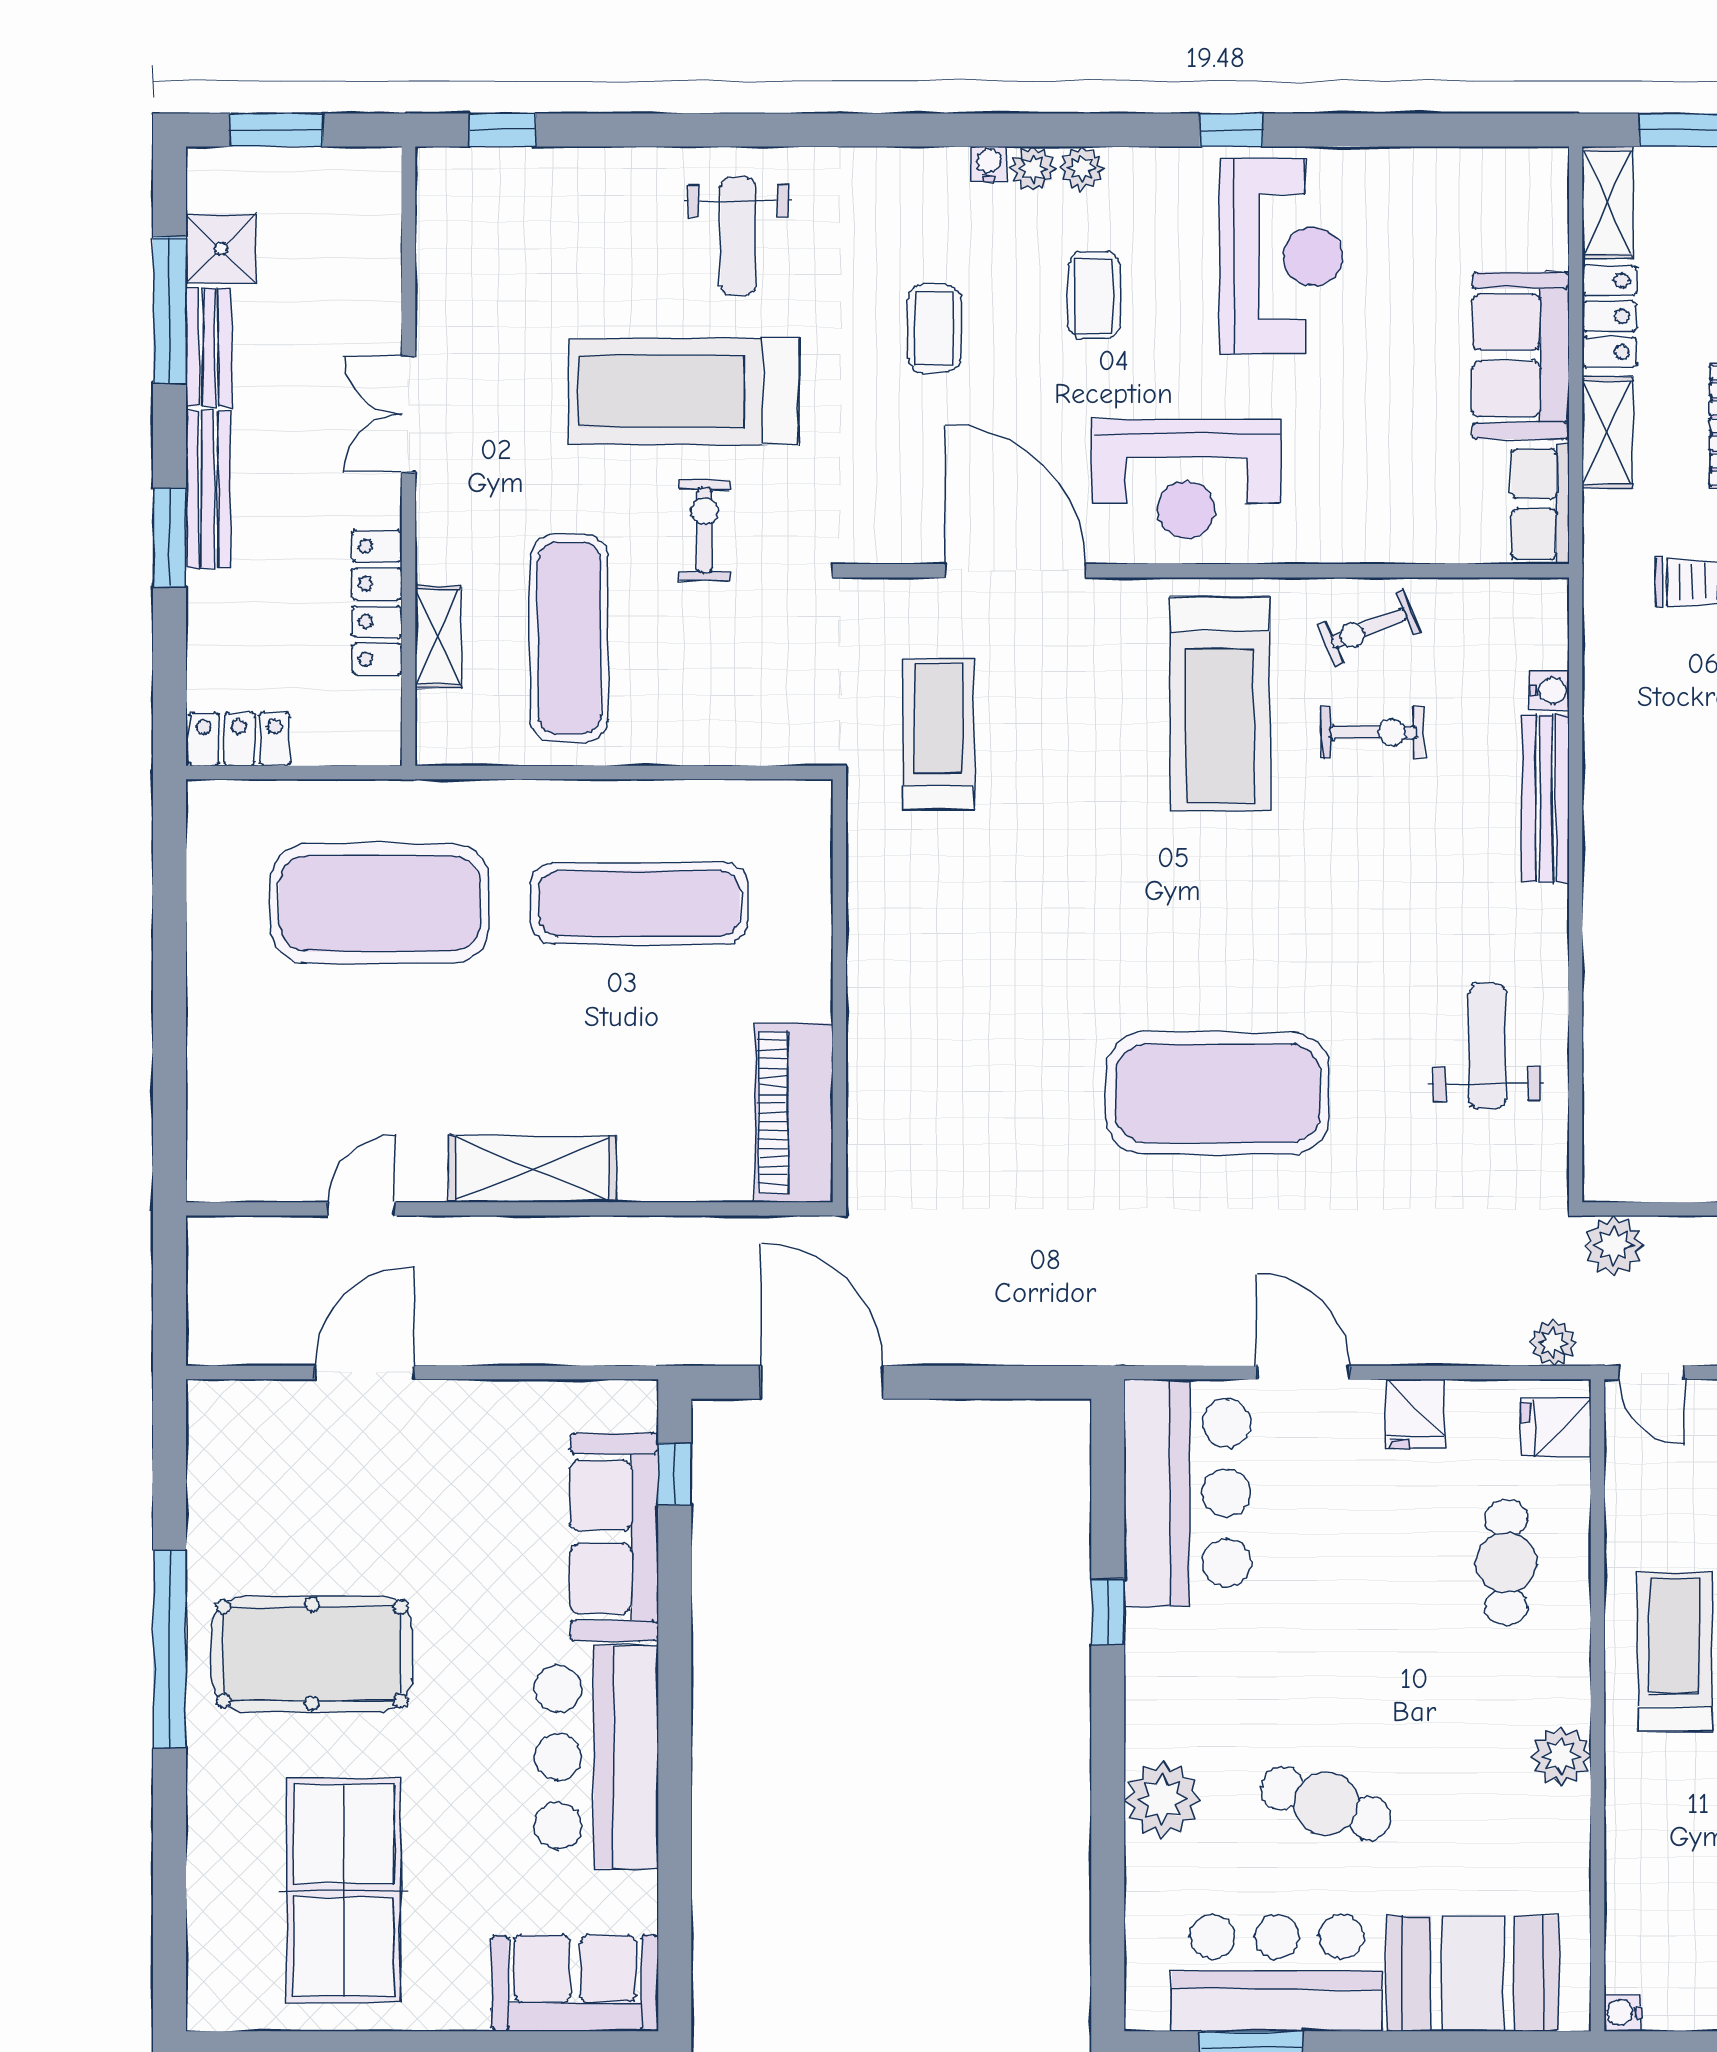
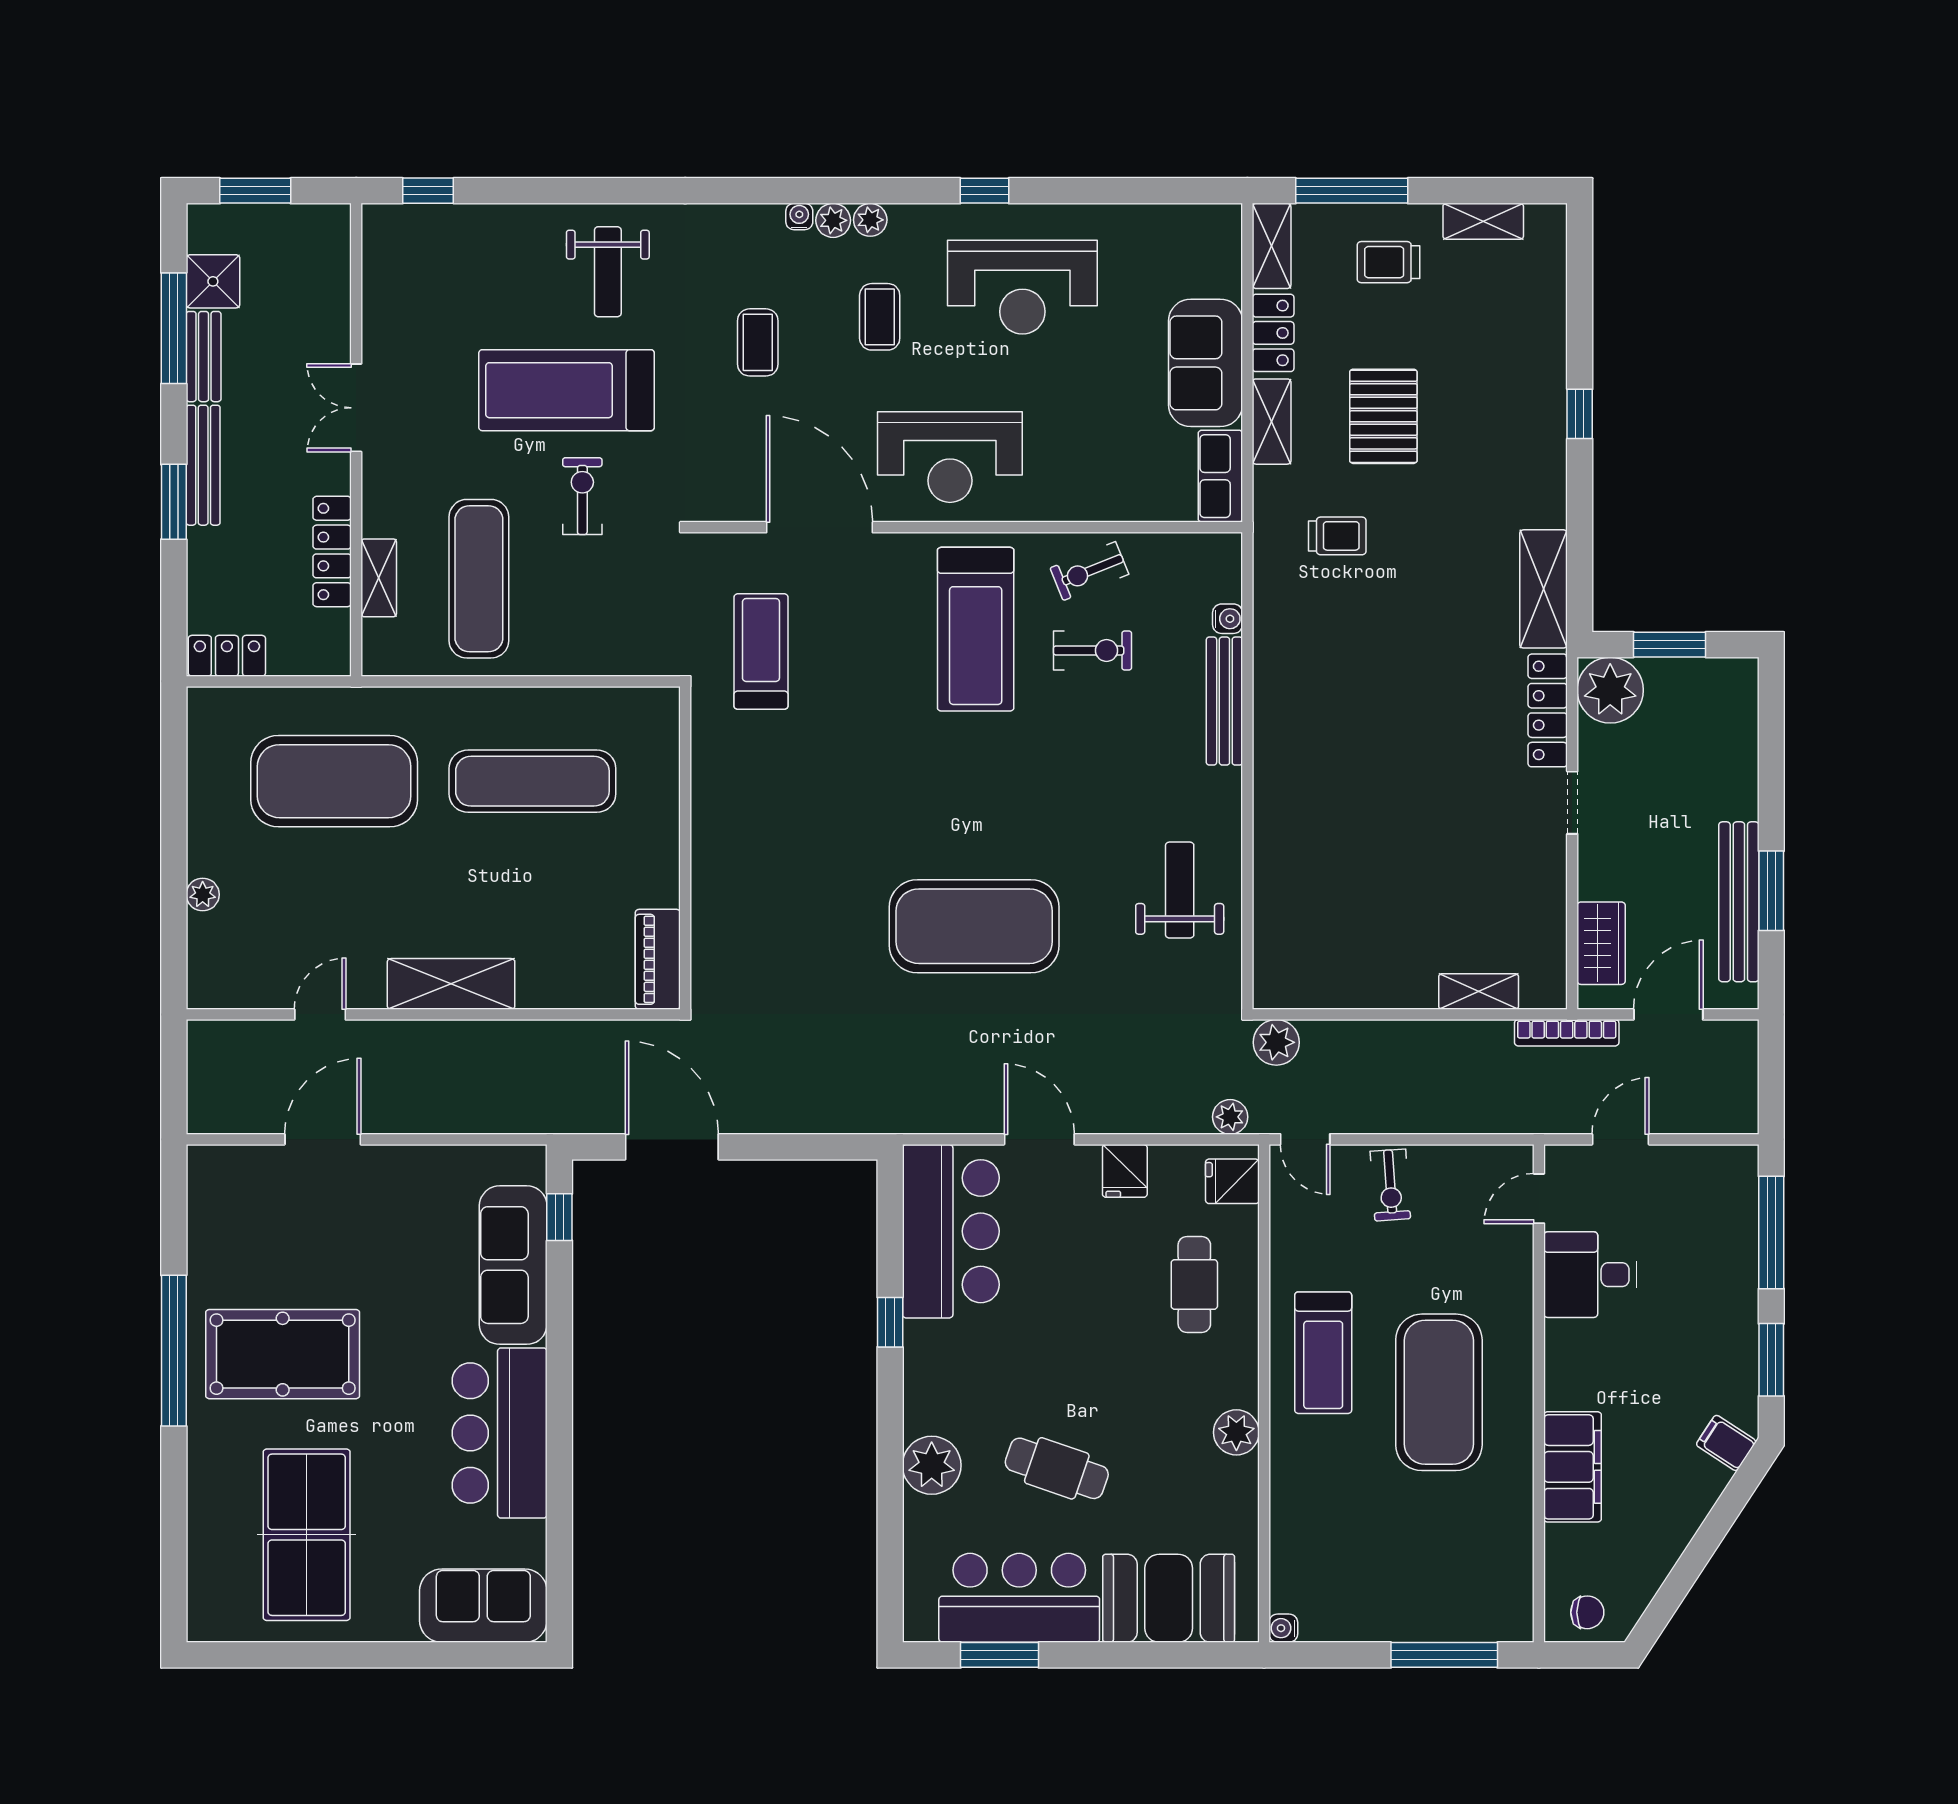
reception desk: (1281, 256) -> (1022, 287), turned 90
plant: (207, 1052) -> (203, 895), added
piano: (794, 1113) -> (658, 959), width x0.73, depth x0.75
treadmill: (1675, 1652) -> (1323, 1353), turned 180

